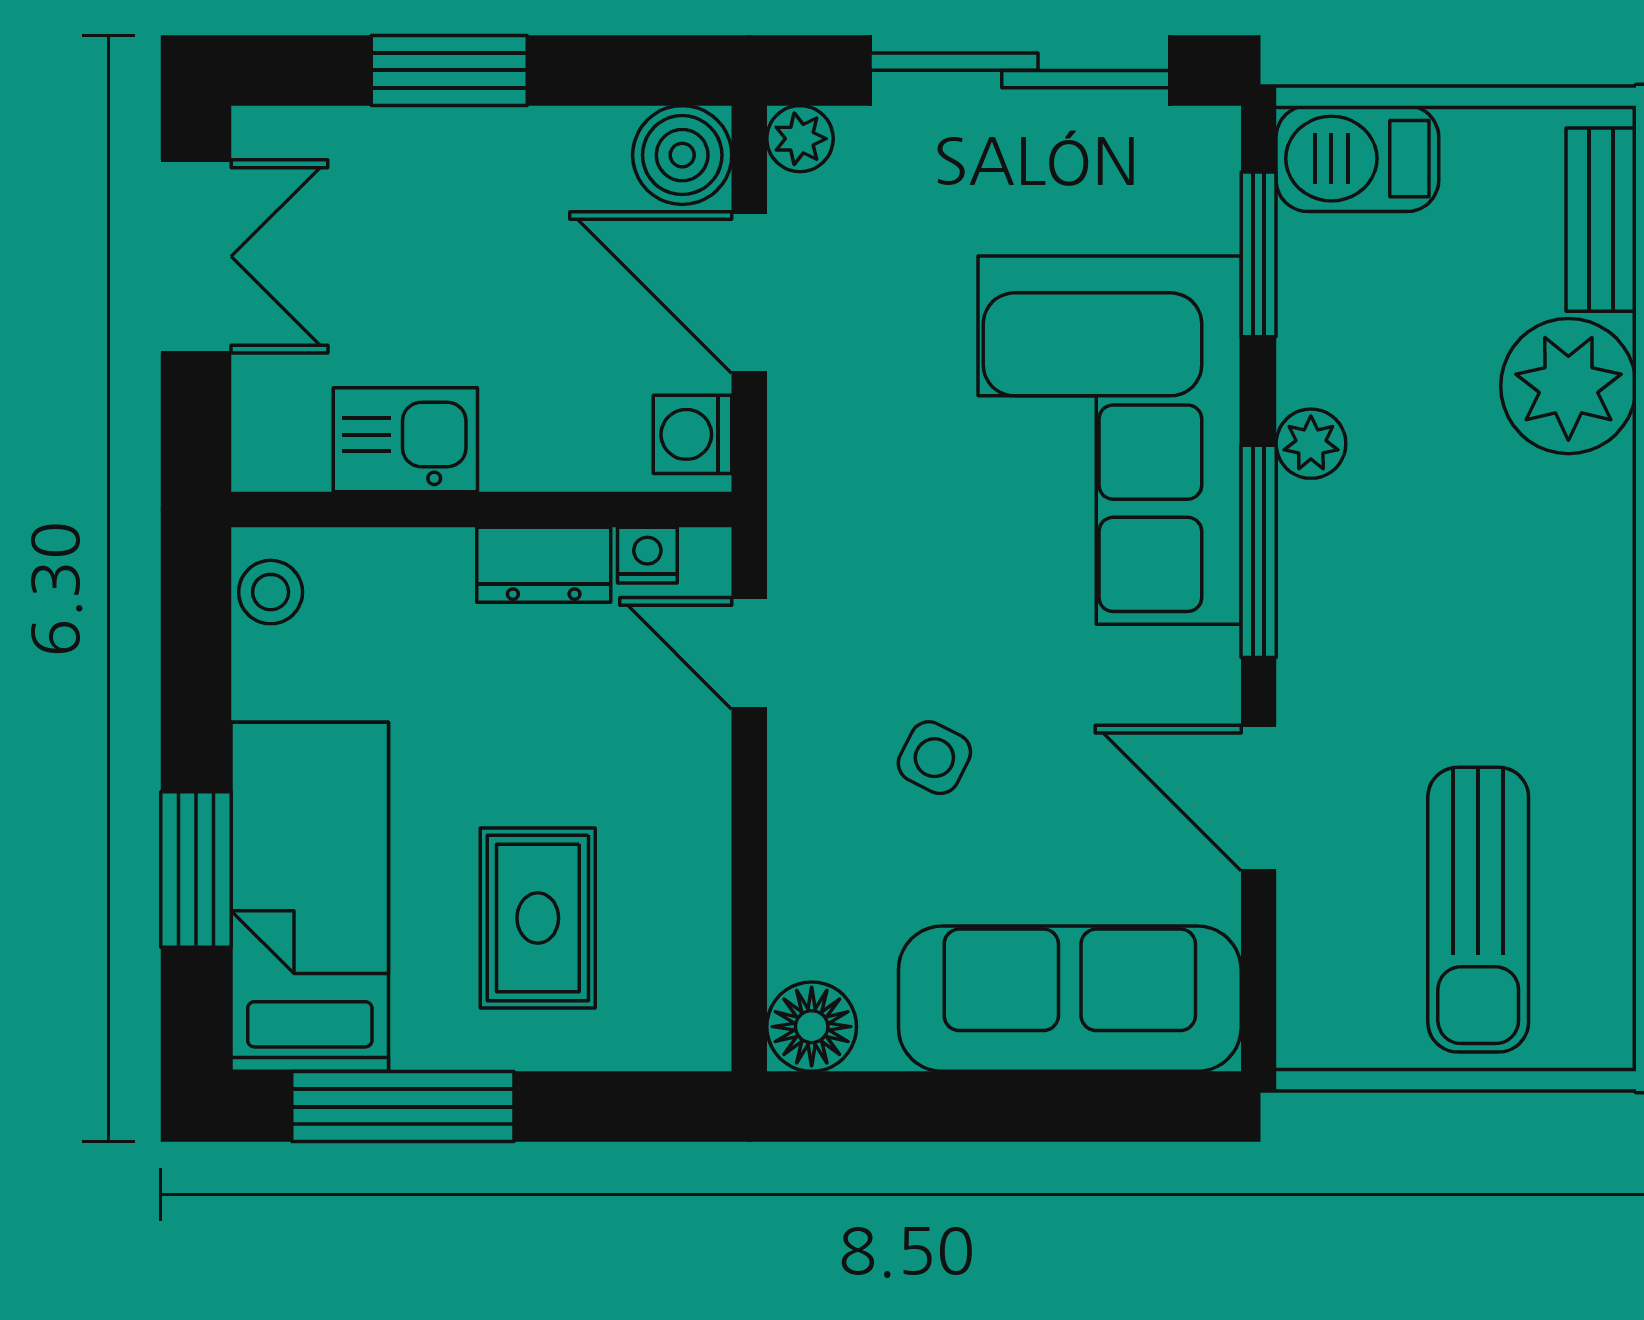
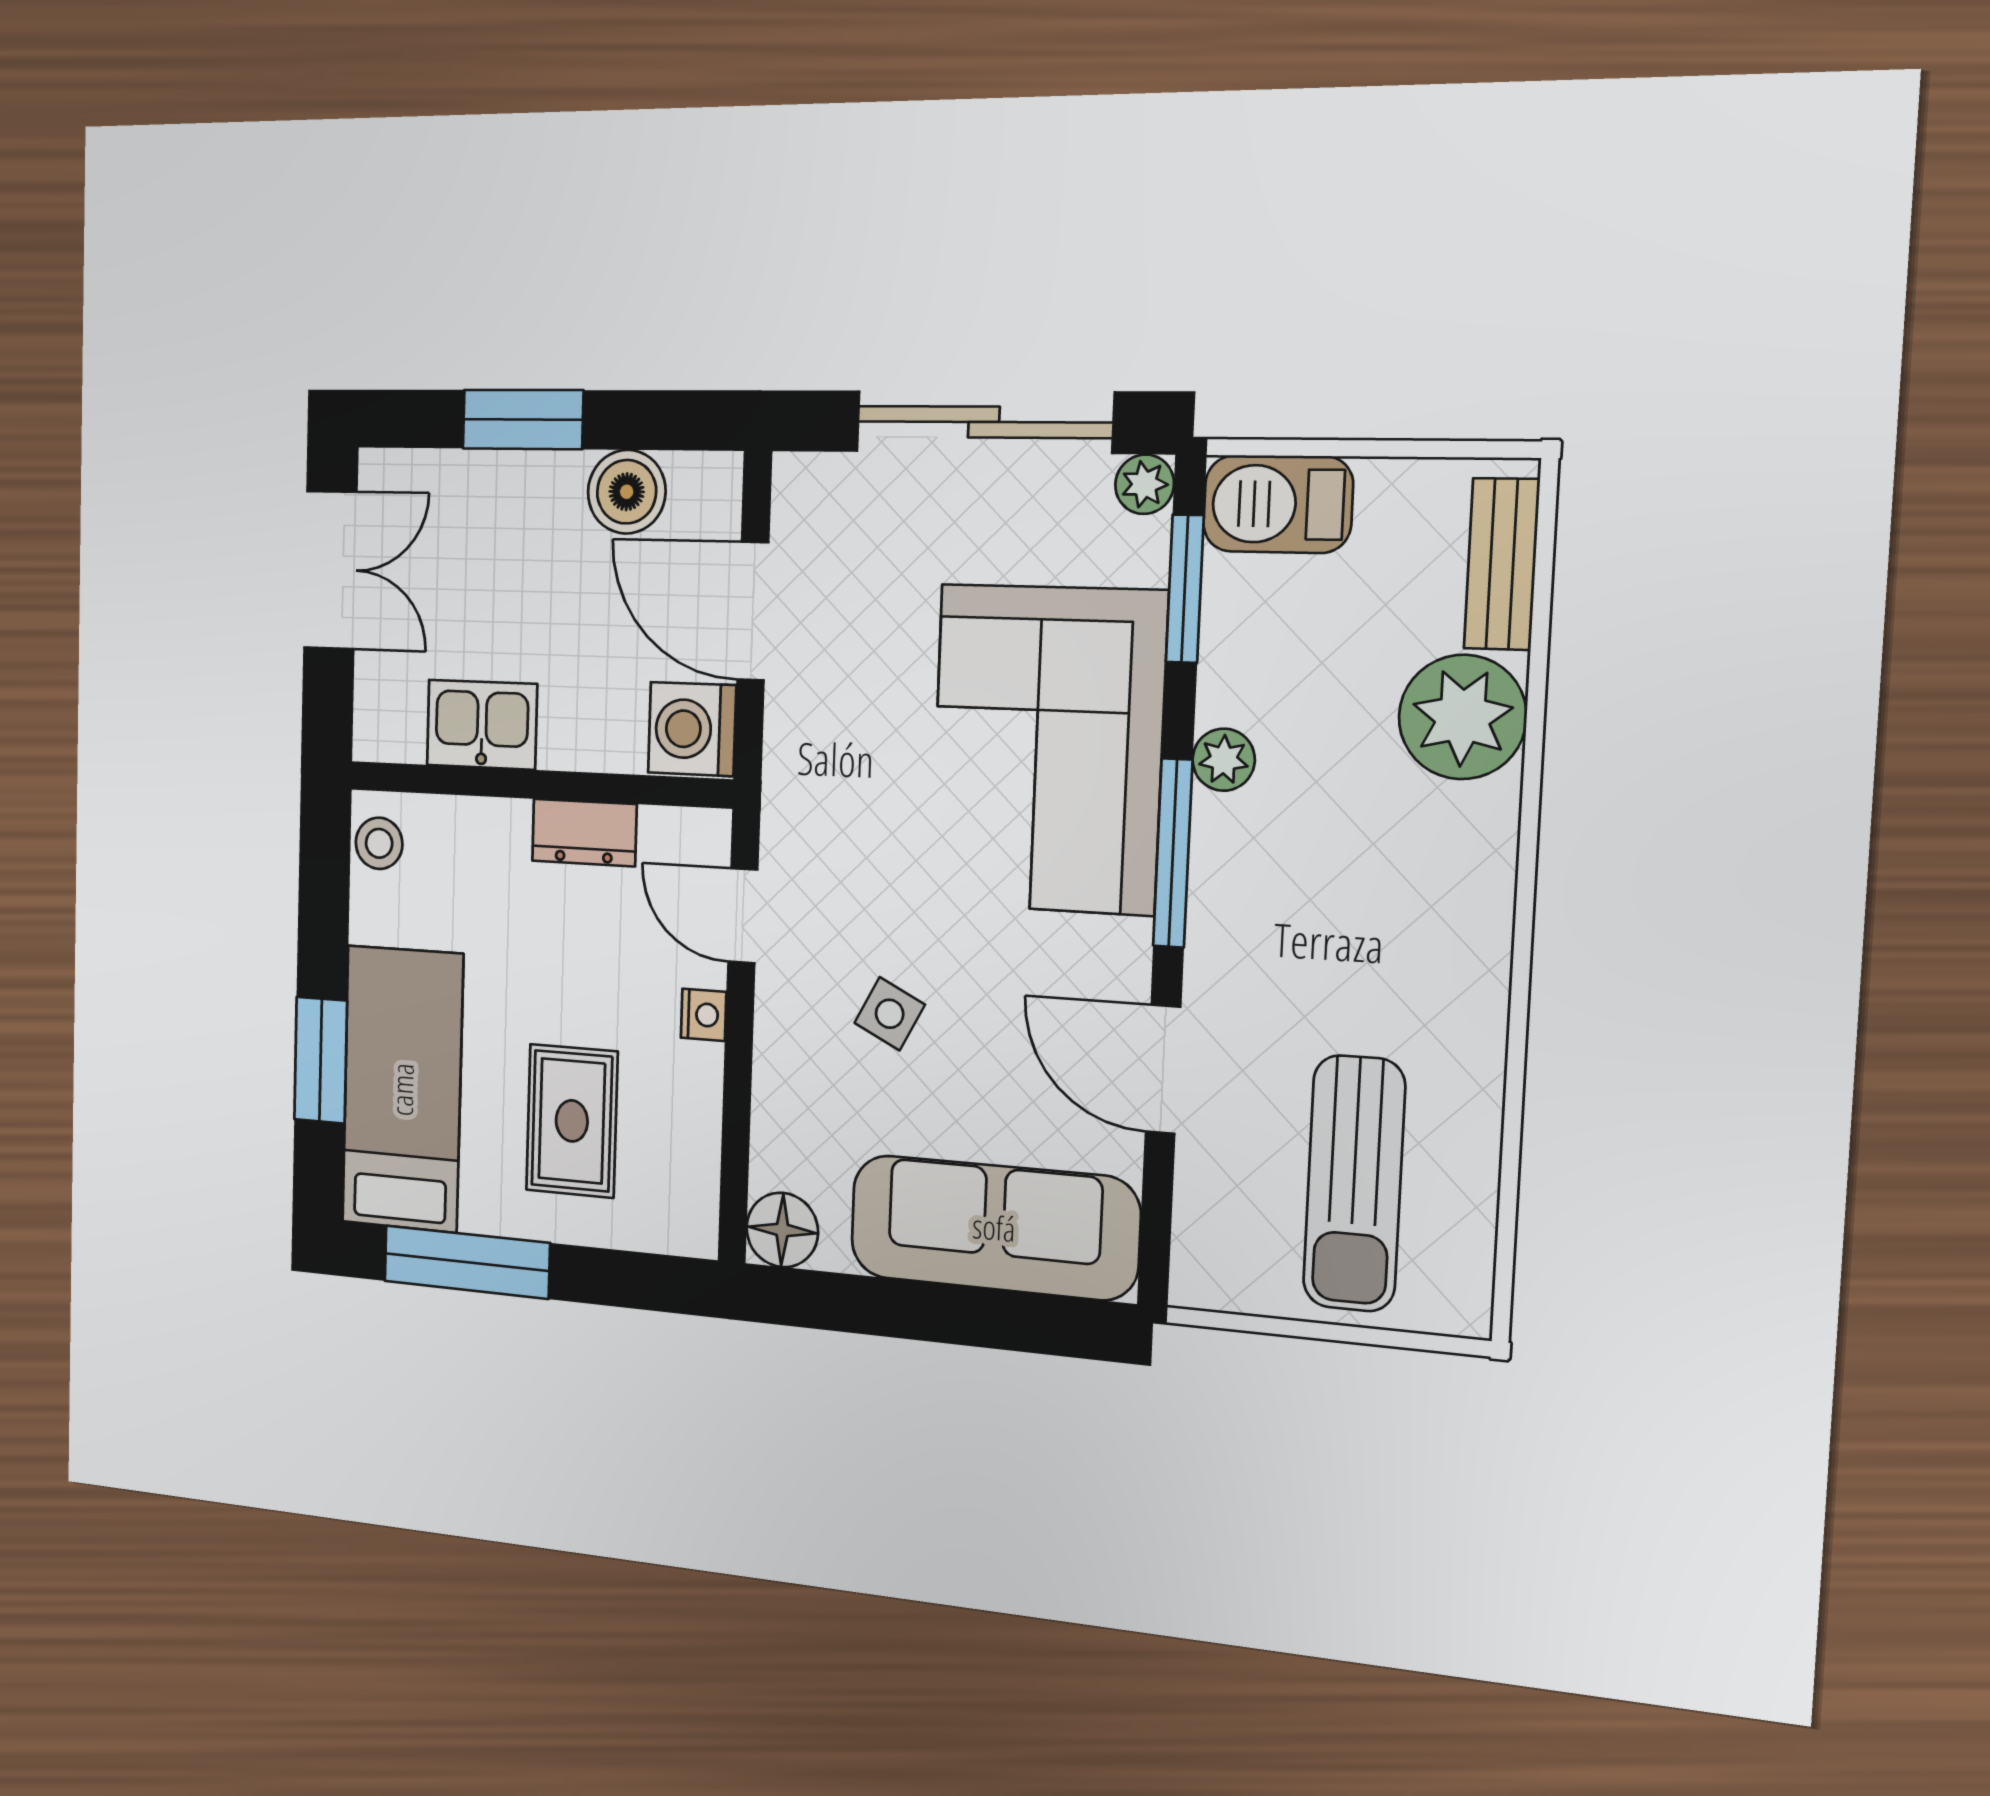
plant: (800, 139) -> (1145, 484), moved
boiler: (682, 155) -> (627, 492), moved
washing machine: (693, 434) -> (692, 729), width x1.38, depth x1.38
nightstand: (647, 555) -> (704, 1015), moved, turned 90

